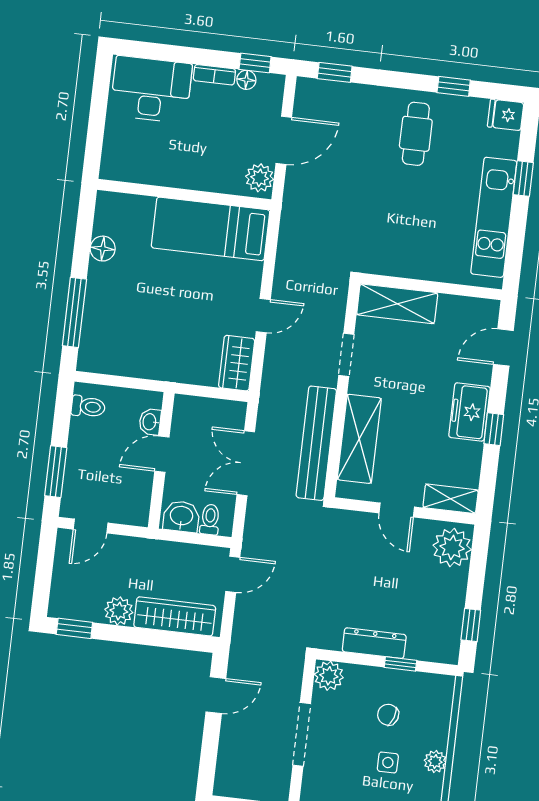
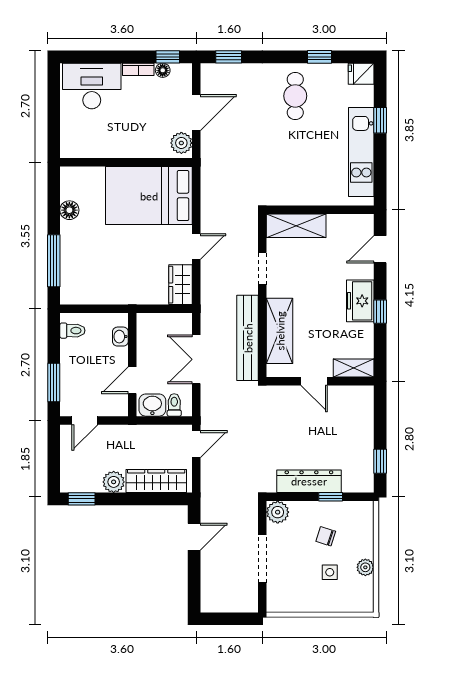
bed: (211, 229) -> (149, 196), width x1.50
door: (162, 454) -> (132, 380), moved
plant: (452, 547) -> (359, 404), removed
dresser: (374, 643) -> (309, 481), width x1.37, depth x1.24

